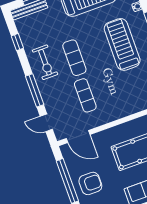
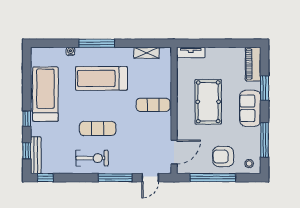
window: (17, 42) -> (45, 178), moved
exercise mat: (85, 95) -> (153, 105), moved
armchair: (90, 183) -> (223, 156), turned -90

